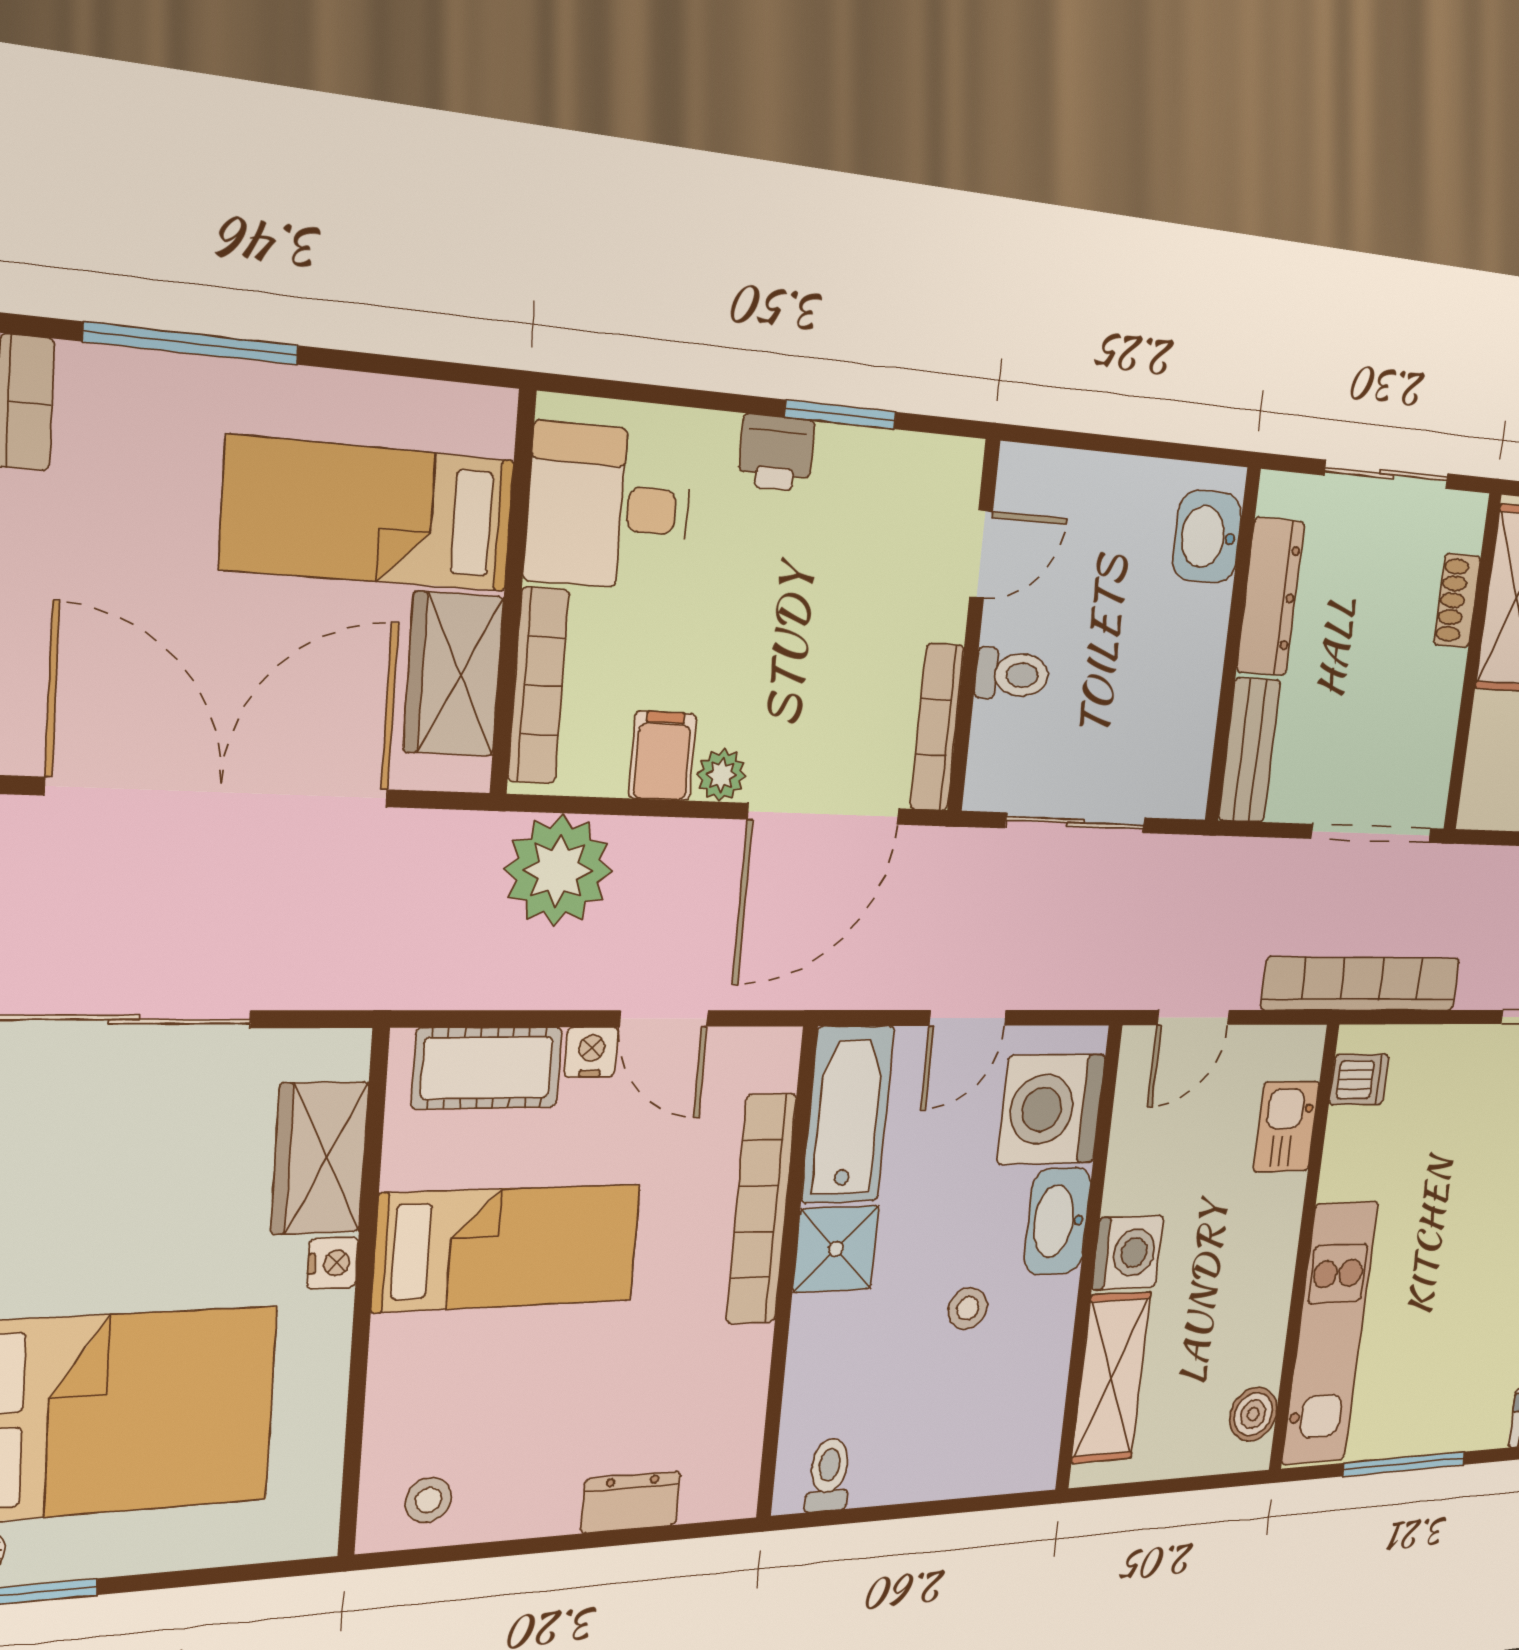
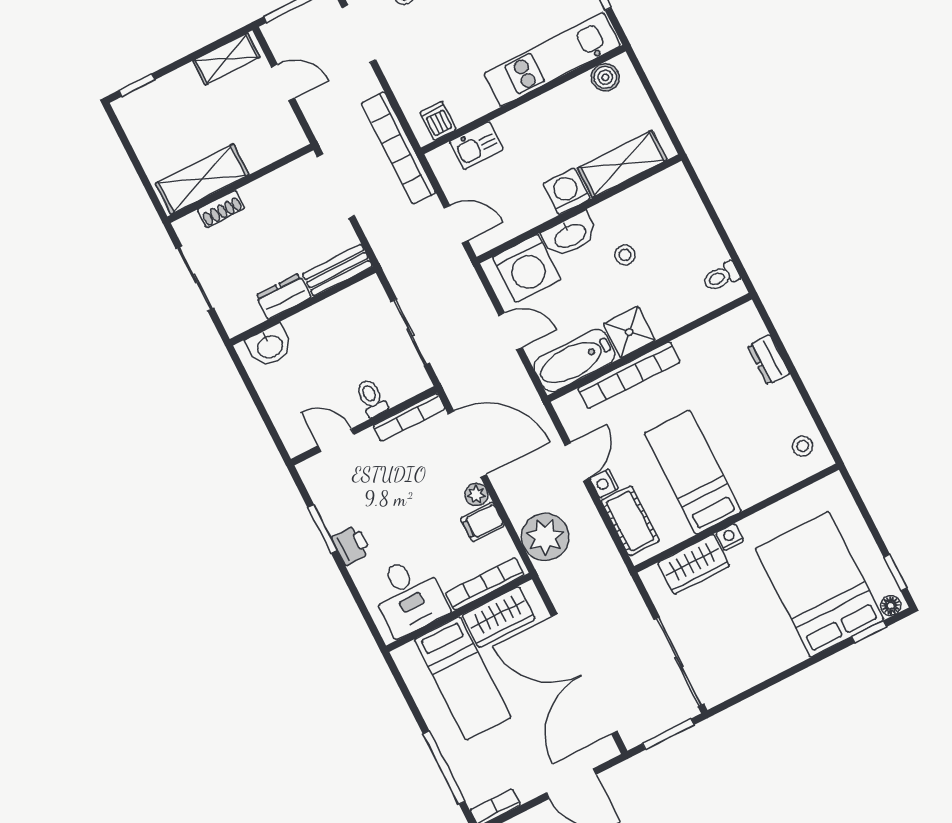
dresser: (1270, 597) -> (283, 296), width x0.70

